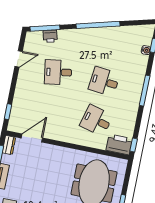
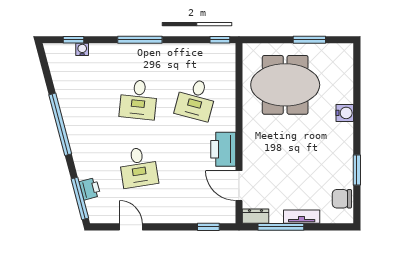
printer: (119, 144) -> (223, 149), moved

